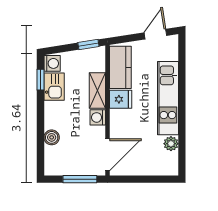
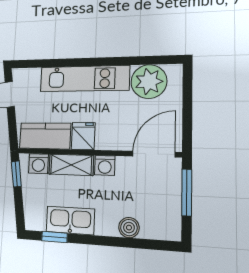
washing machine: (52, 63) -> (38, 164), moved, turned 180
kitchen sink: (54, 87) -> (70, 220), width x1.38
plant: (171, 144) -> (149, 82), width x1.88, depth x1.88
door: (108, 155) -> (154, 154), hinge flipped

